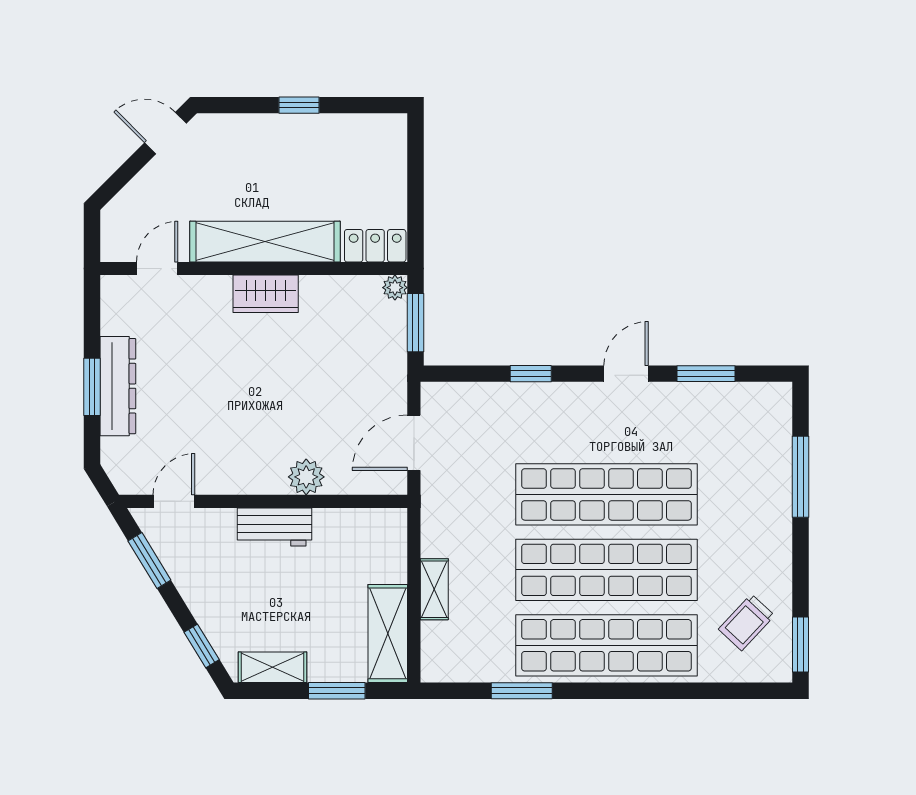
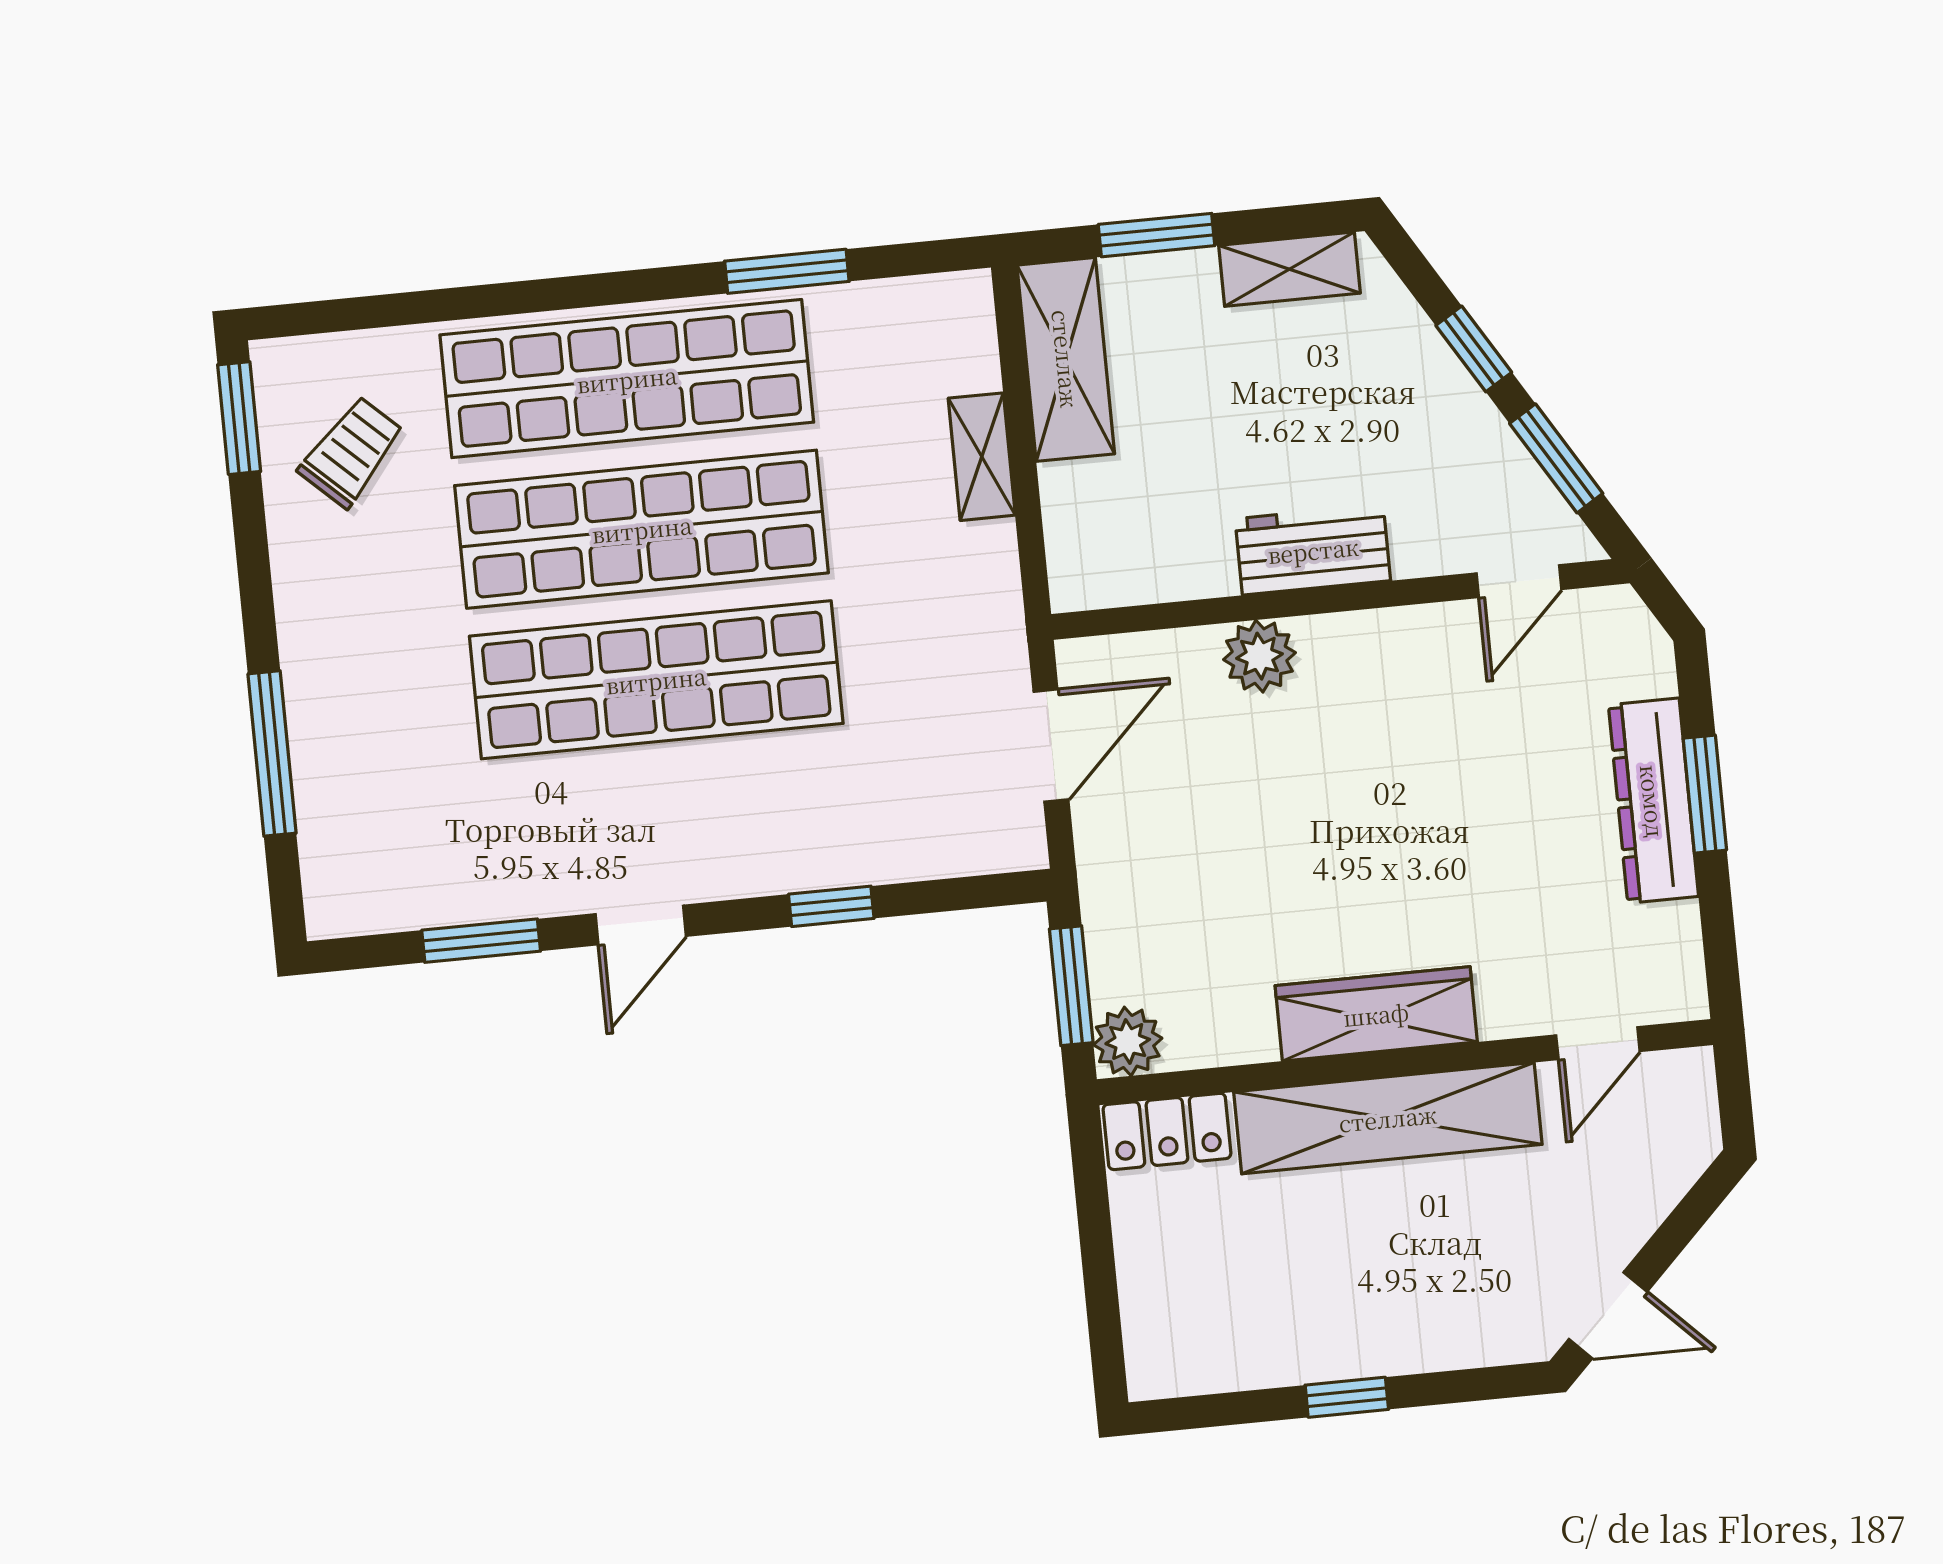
plant: (395, 288) -> (1128, 1042), width x1.38, depth x1.38
wardrobe: (266, 294) -> (1376, 1014), width x1.50
window: (202, 646) -> (1474, 349), moved

